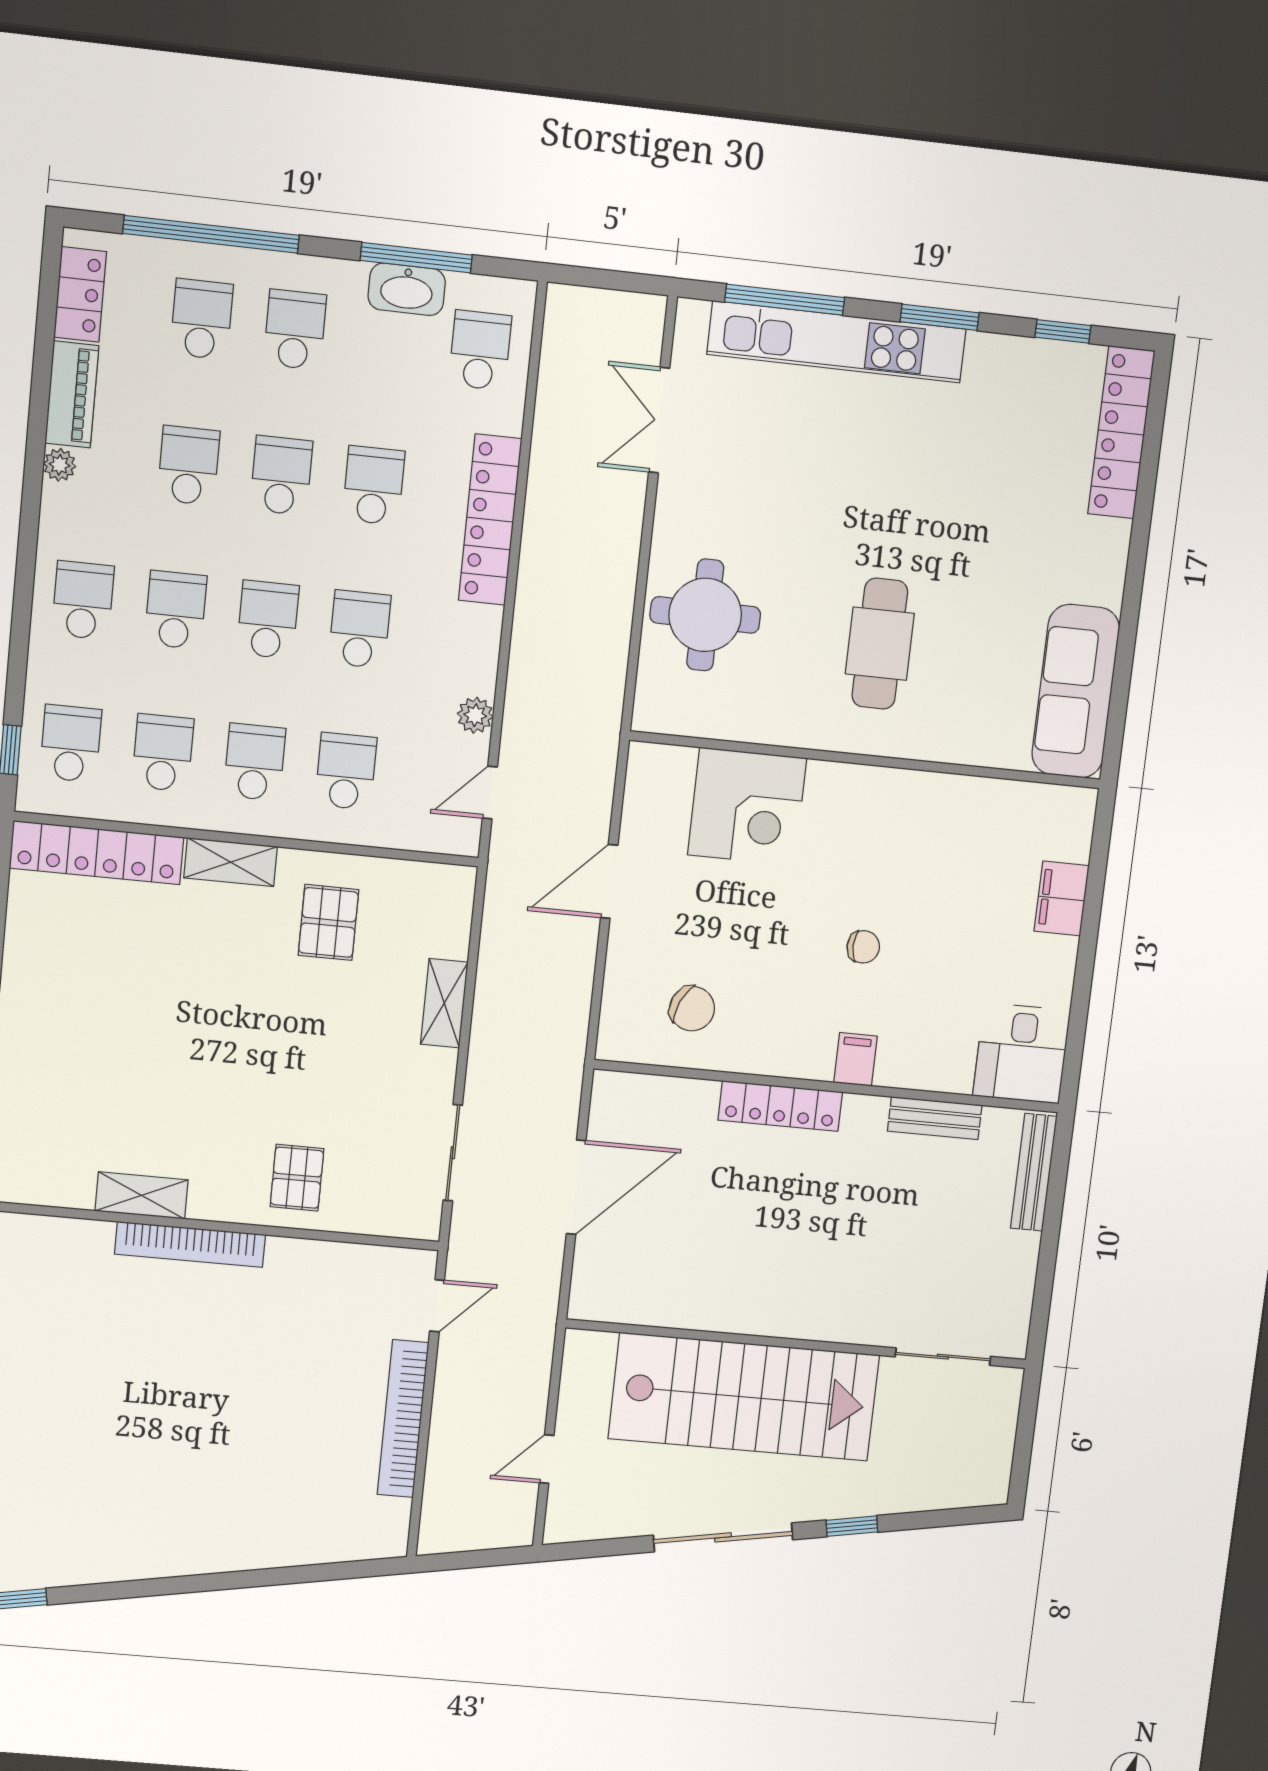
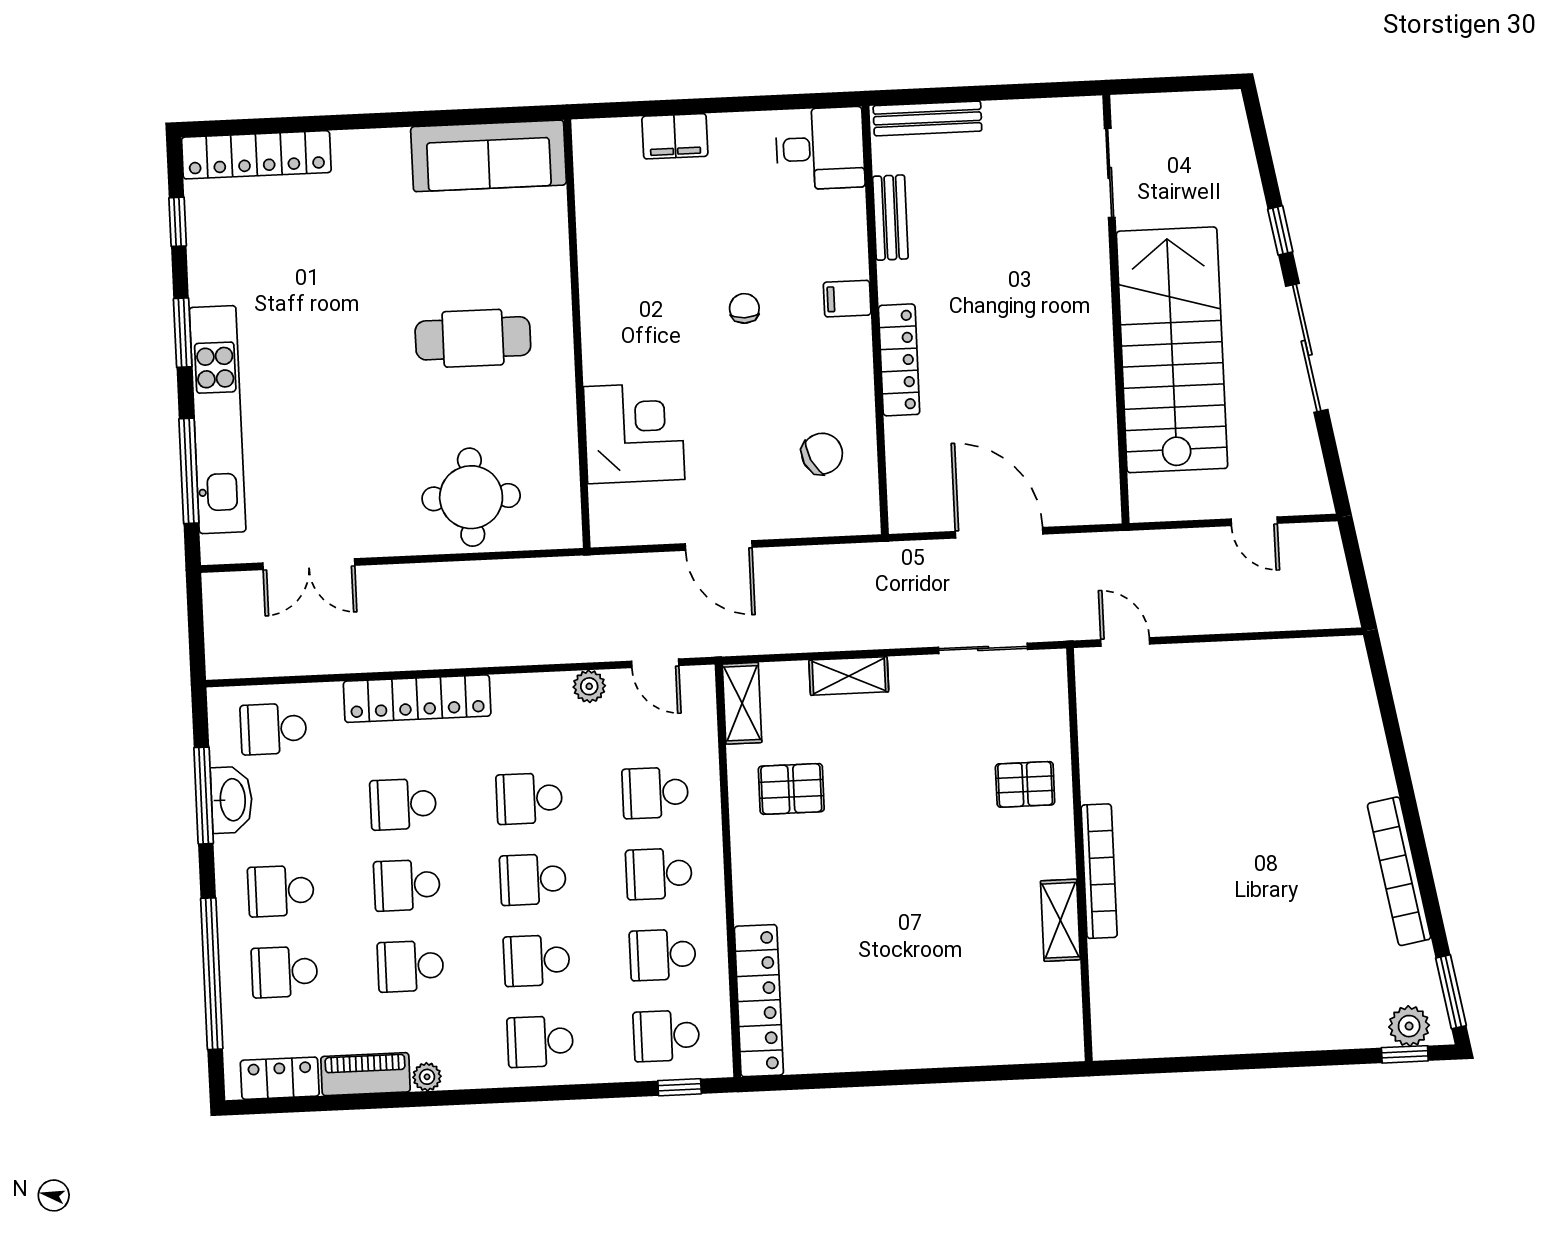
shelving: (231, 862) -> (742, 703), moved
chair: (692, 1009) -> (822, 454), turned 40
bookcase: (403, 1419) -> (1399, 871), moved, turned 80

